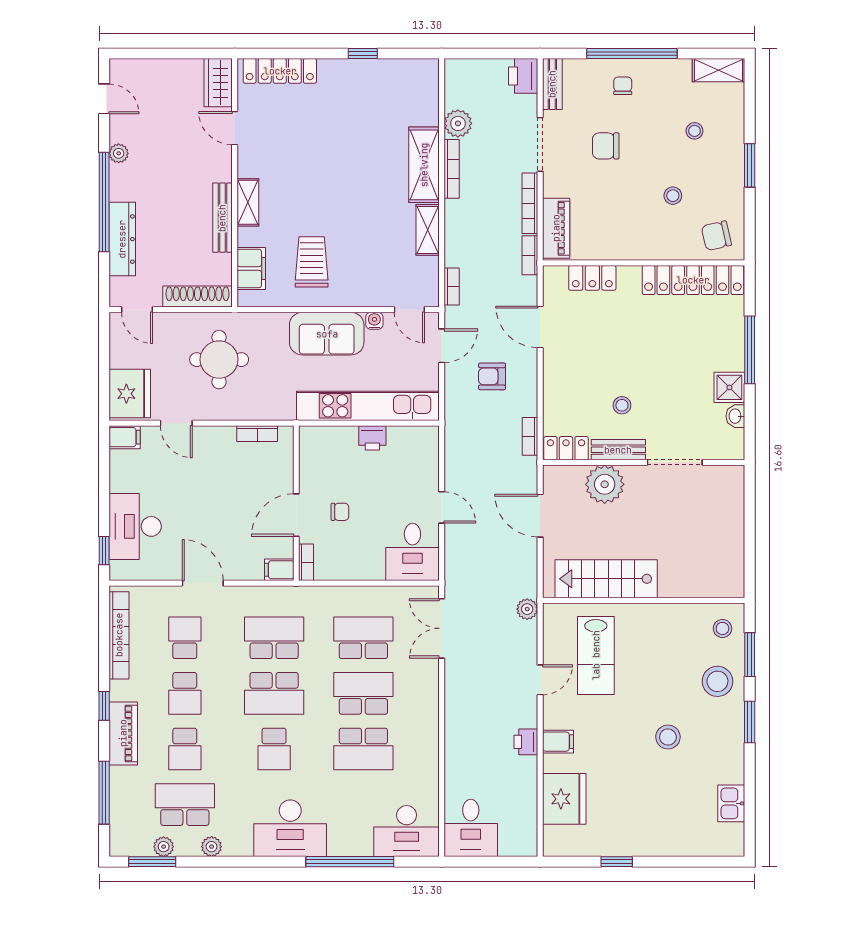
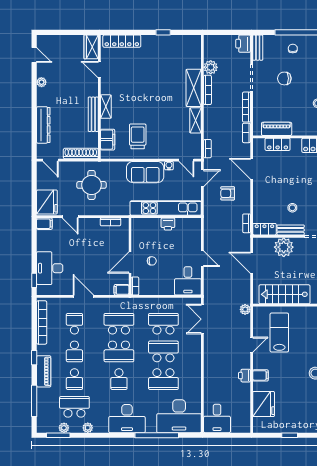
window: (104, 202) -> (34, 106), removed
piano: (556, 228) -> (277, 129), moved, turned -90
lab bench: (596, 655) -> (279, 333), turned 180
desk: (407, 831) -> (179, 416), width x1.36, depth x1.30

